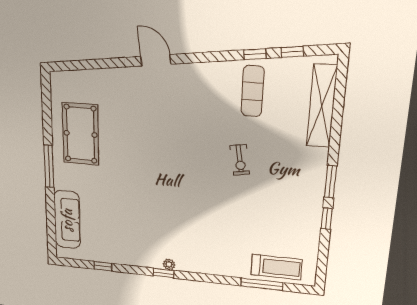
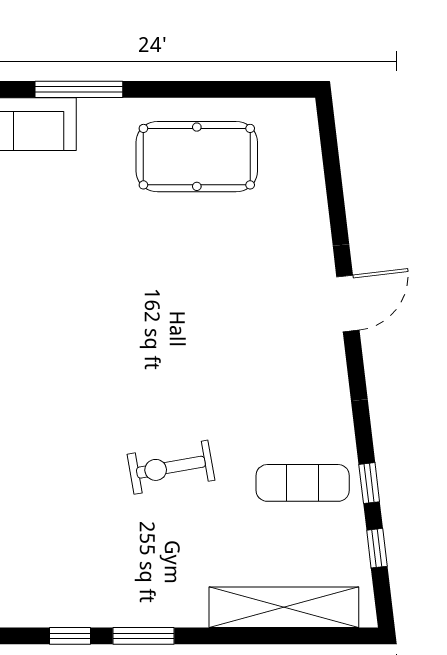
exercise bike: (240, 160) -> (171, 467), width x1.38, depth x1.39
window: (49, 166) -> (79, 89), moved

